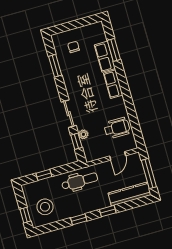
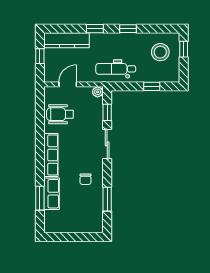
chair: (74, 47) -> (85, 179), moved
row of seats: (113, 84) -> (51, 155), width x1.48
plant: (83, 134) -> (98, 92), moved
window: (149, 174) -> (40, 56), width x0.46

